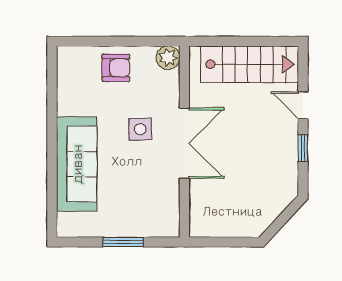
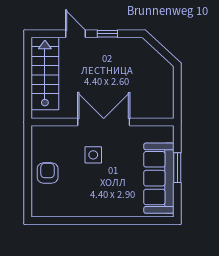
plant: (168, 58) -> (40, 134), removed
door: (303, 105) -> (76, 34), swing flipped
sofa: (77, 164) -> (159, 178), moved, turned -90

